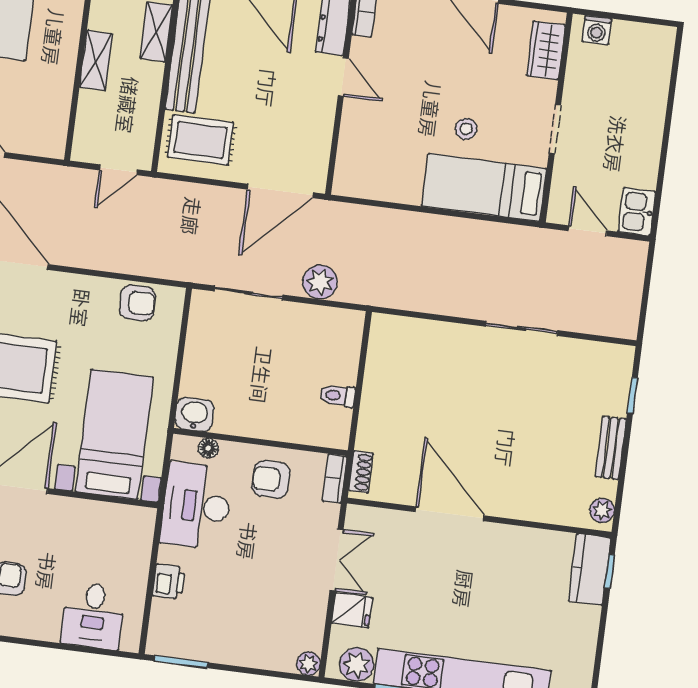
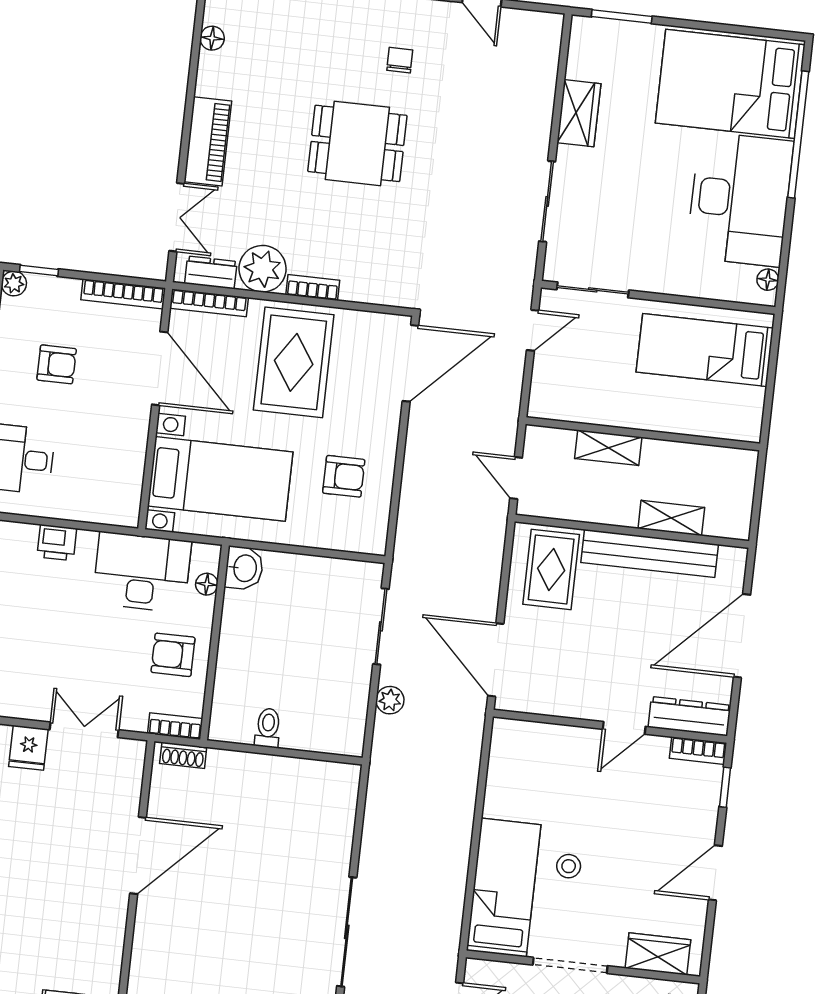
shelving: (96, 60) -> (608, 448), moved
doorway: (555, 129) -> (570, 965), width x1.38
plant: (320, 282) -> (390, 700), width x0.73, depth x0.73
armchair: (137, 303) -> (344, 476), moved, turned -90
sliding door: (521, 328) -> (347, 932), width x1.37
armchair: (271, 479) -> (173, 655), turned -90
double door: (337, 560) -> (84, 730), swing flipped

